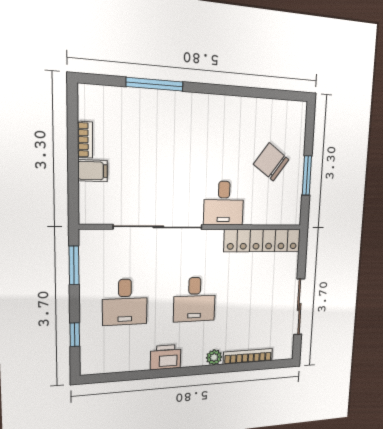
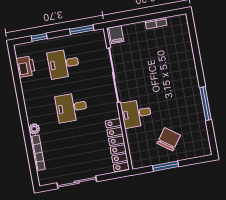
window: (155, 84) -> (206, 104), moved
filing cabinet: (93, 171) -> (116, 35), moved
printer: (166, 357) -> (26, 67), moved

